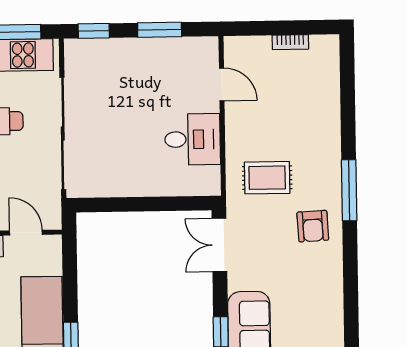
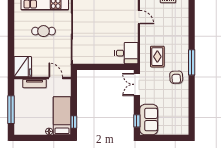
desk: (193, 139) -> (126, 53), moved
rug: (267, 178) -> (157, 57), turned 90

